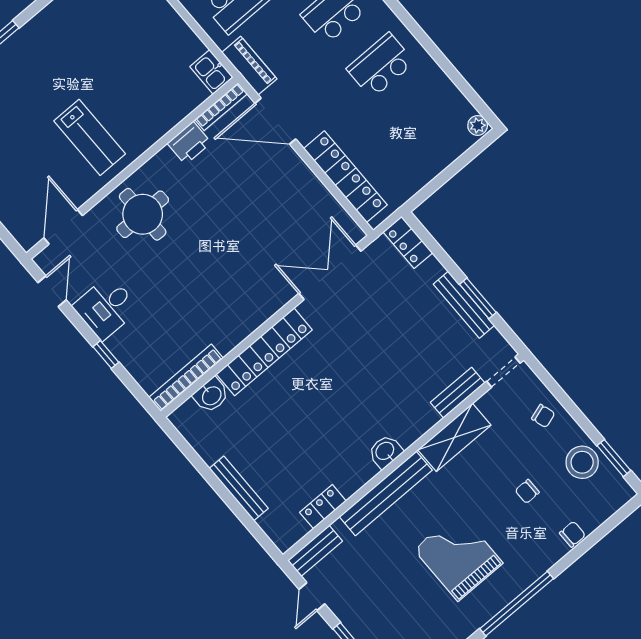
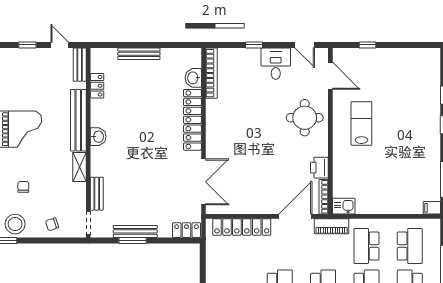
lab bench: (90, 137) -> (361, 123), turned 90
shelving: (454, 437) -> (79, 167), width x0.67, depth x0.75

